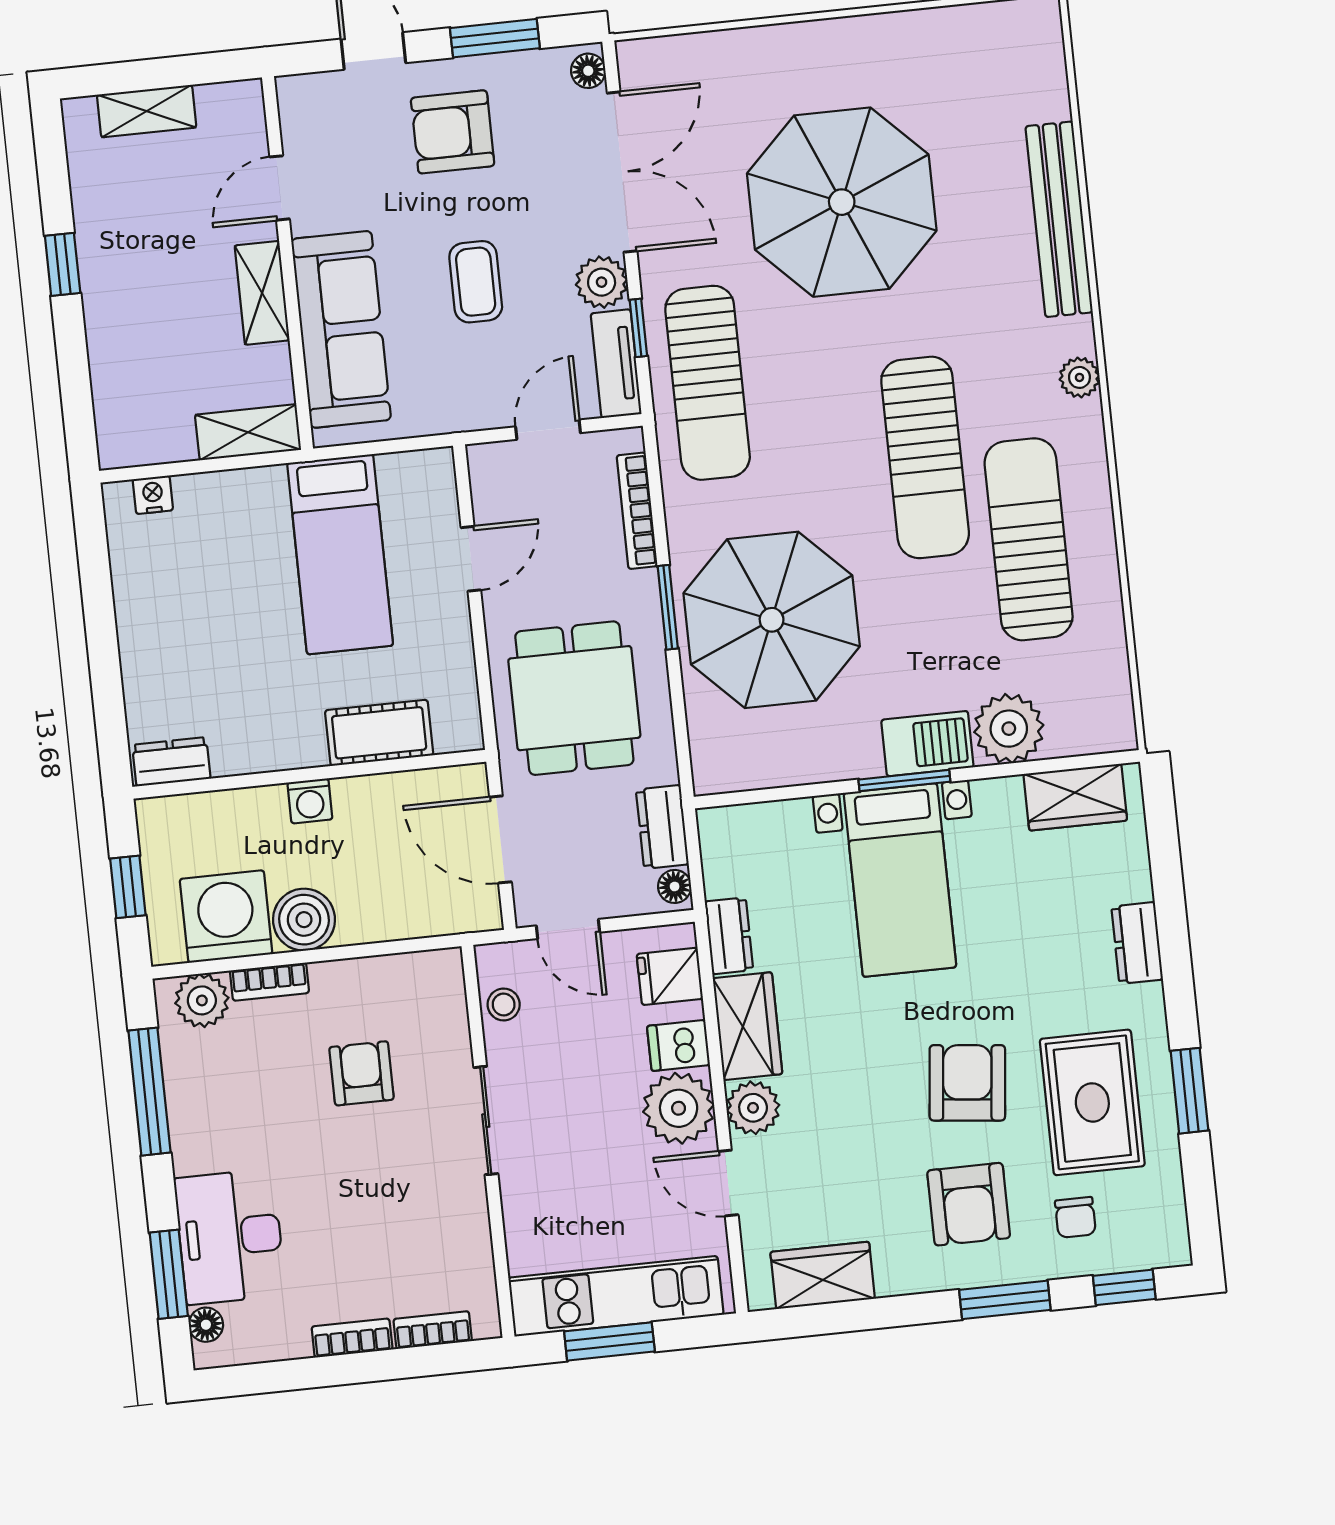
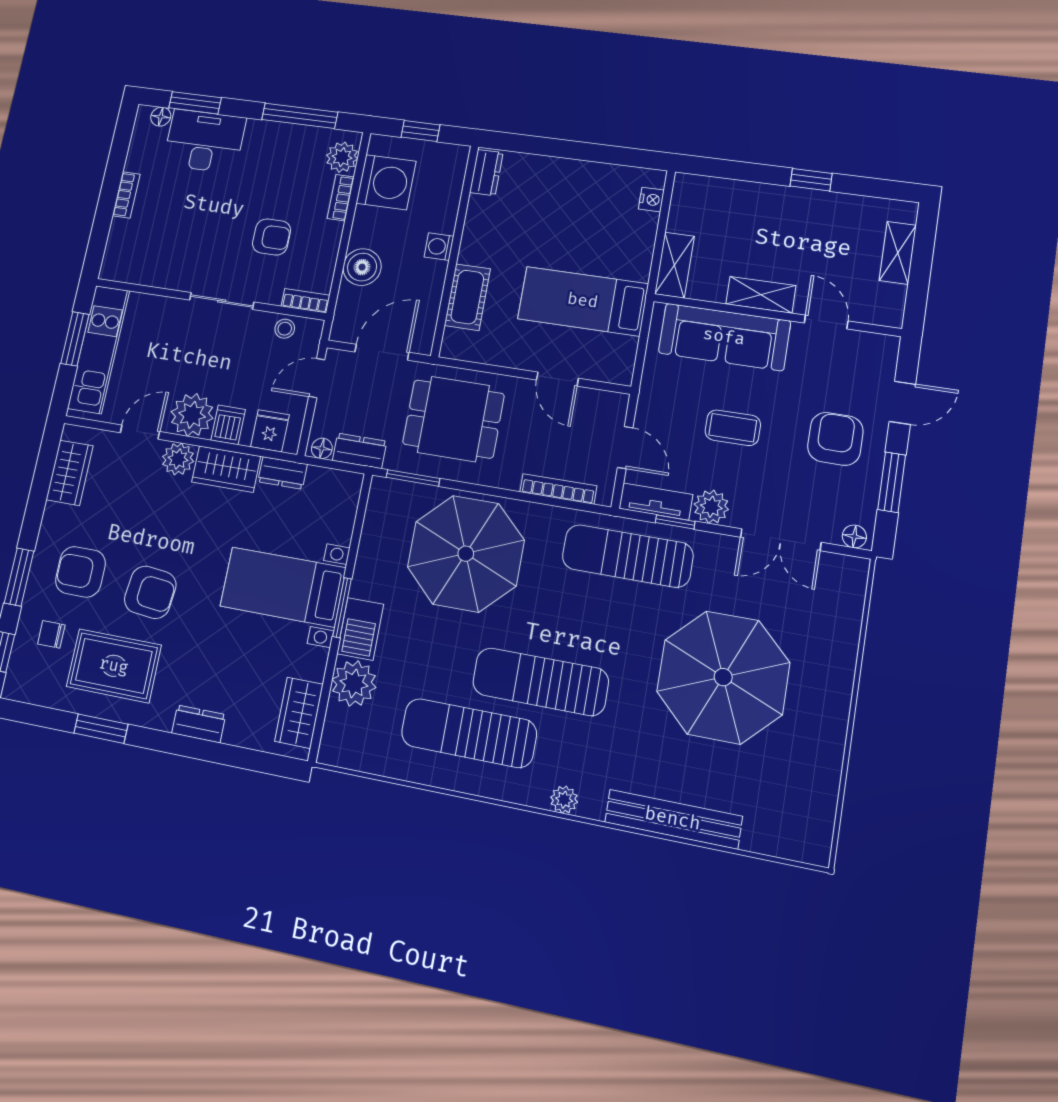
double door: (622, 172) -> (781, 540), width x0.73
sun lounger: (1029, 539) -> (469, 733), turned 180
window: (668, 607) -> (413, 478), moved
boiler: (304, 920) -> (362, 267), moved
bookcase: (433, 1330) -> (306, 301), moved, turned -90

